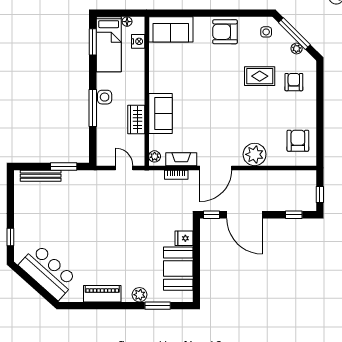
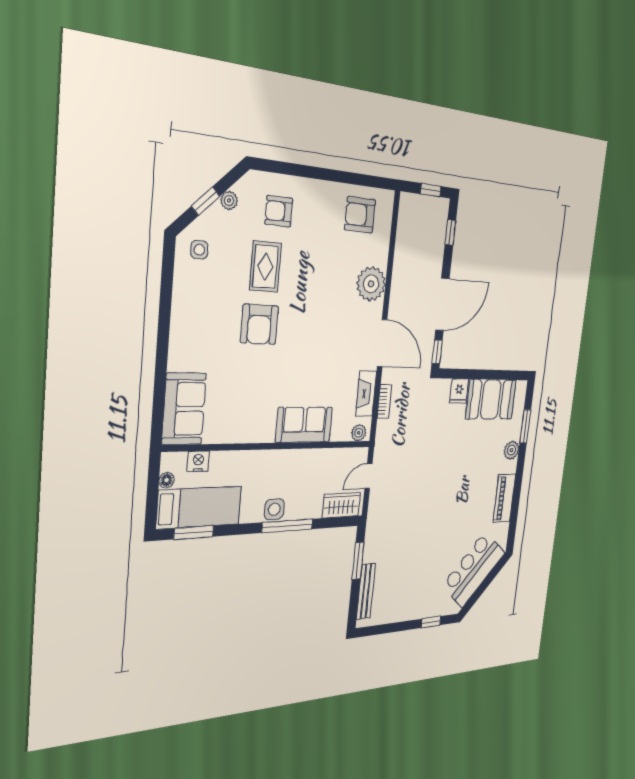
armchair: (225, 32) -> (259, 324), moved
window: (294, 34) -> (206, 201), width x0.46
wardrobe: (136, 120) -> (341, 505), moved, turned 180

